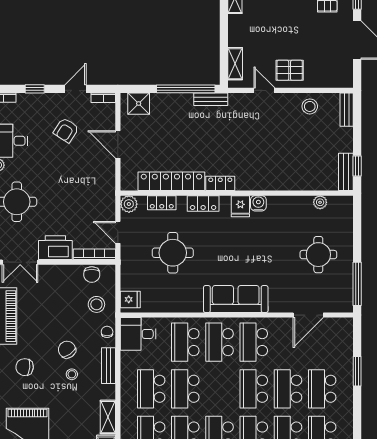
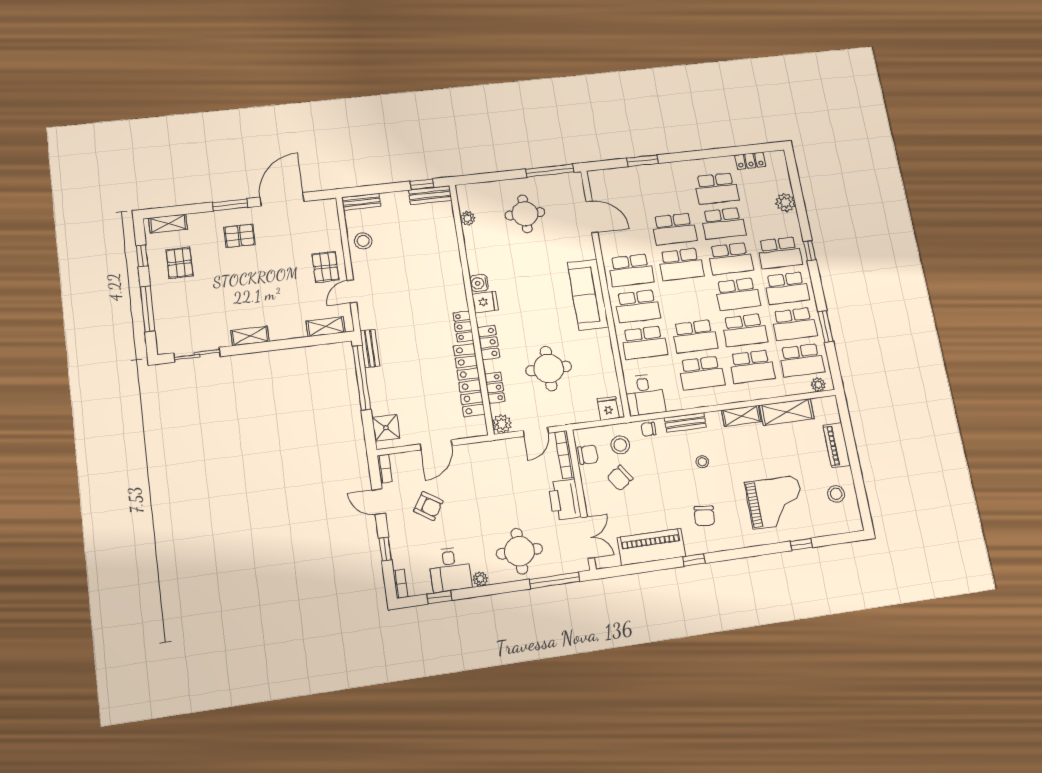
chair: (67, 350) -> (620, 478), moved
school desk: (322, 389) -> (668, 194), removed

